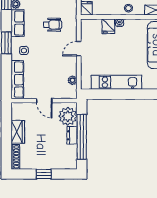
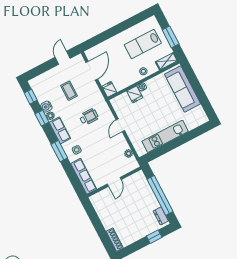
door: (44, 101) -> (114, 182), hinge flipped
plant: (68, 116) -> (140, 185), removed
wardrobe: (18, 132) -> (106, 218), removed
dresser: (72, 135) -> (161, 216), moved
window: (44, 174) -> (154, 237), moved

